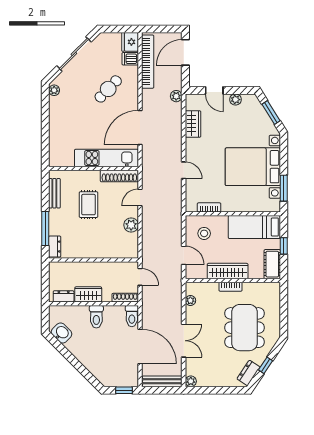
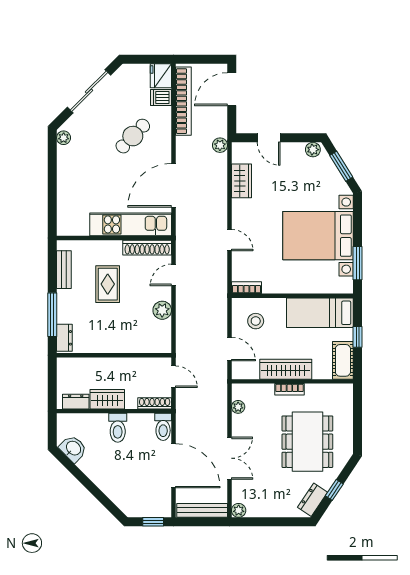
plant: (235, 100) -> (313, 150), moved
bookcase: (209, 207) -> (246, 288), moved

